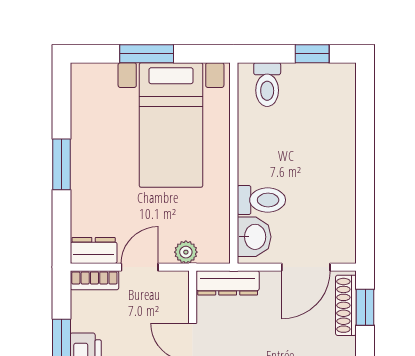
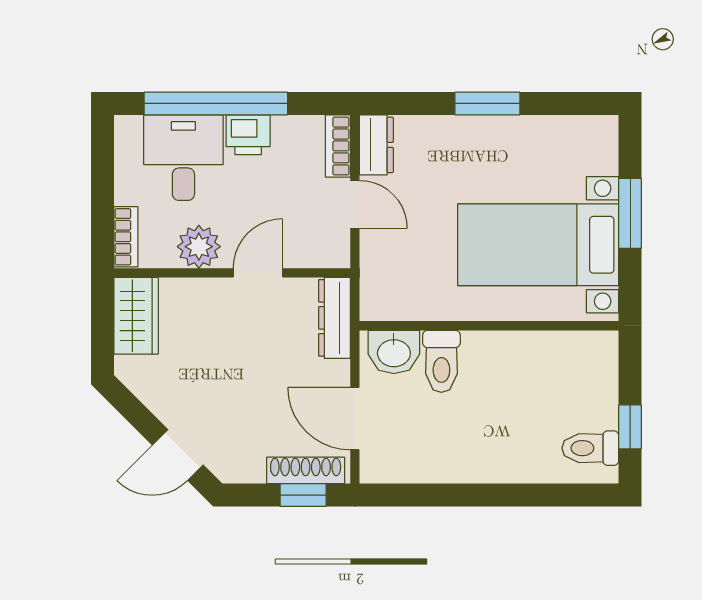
toilet: (267, 85) -> (590, 448), moved
plant: (186, 252) -> (374, 264), removed

